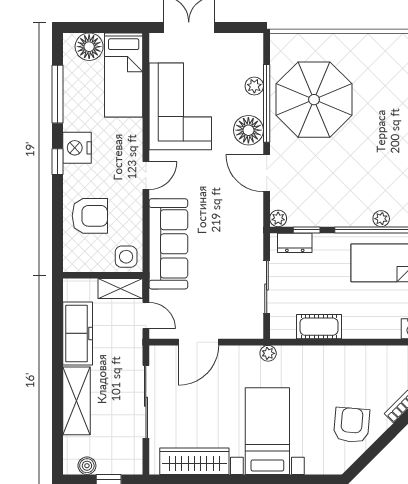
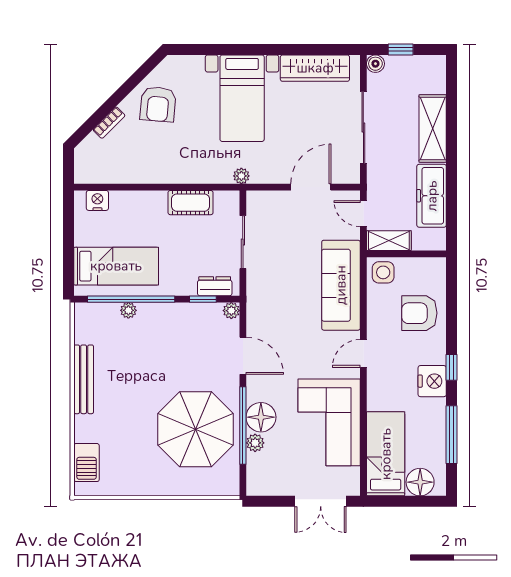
floor lamp: (248, 130) -> (261, 417), moved
boiler: (87, 466) -> (375, 64), moved

